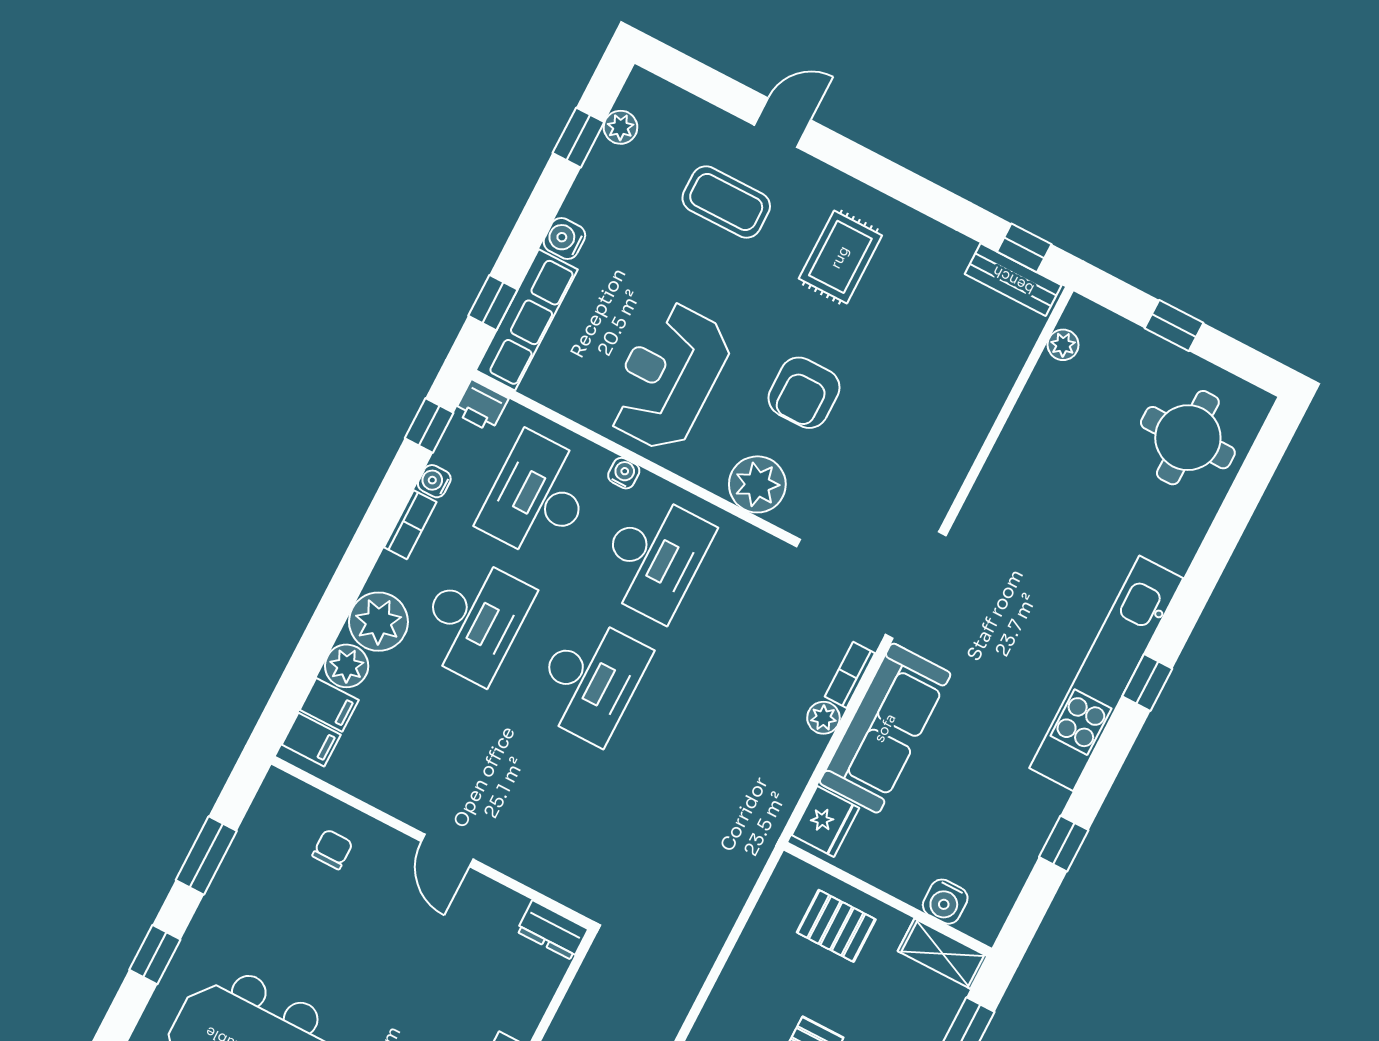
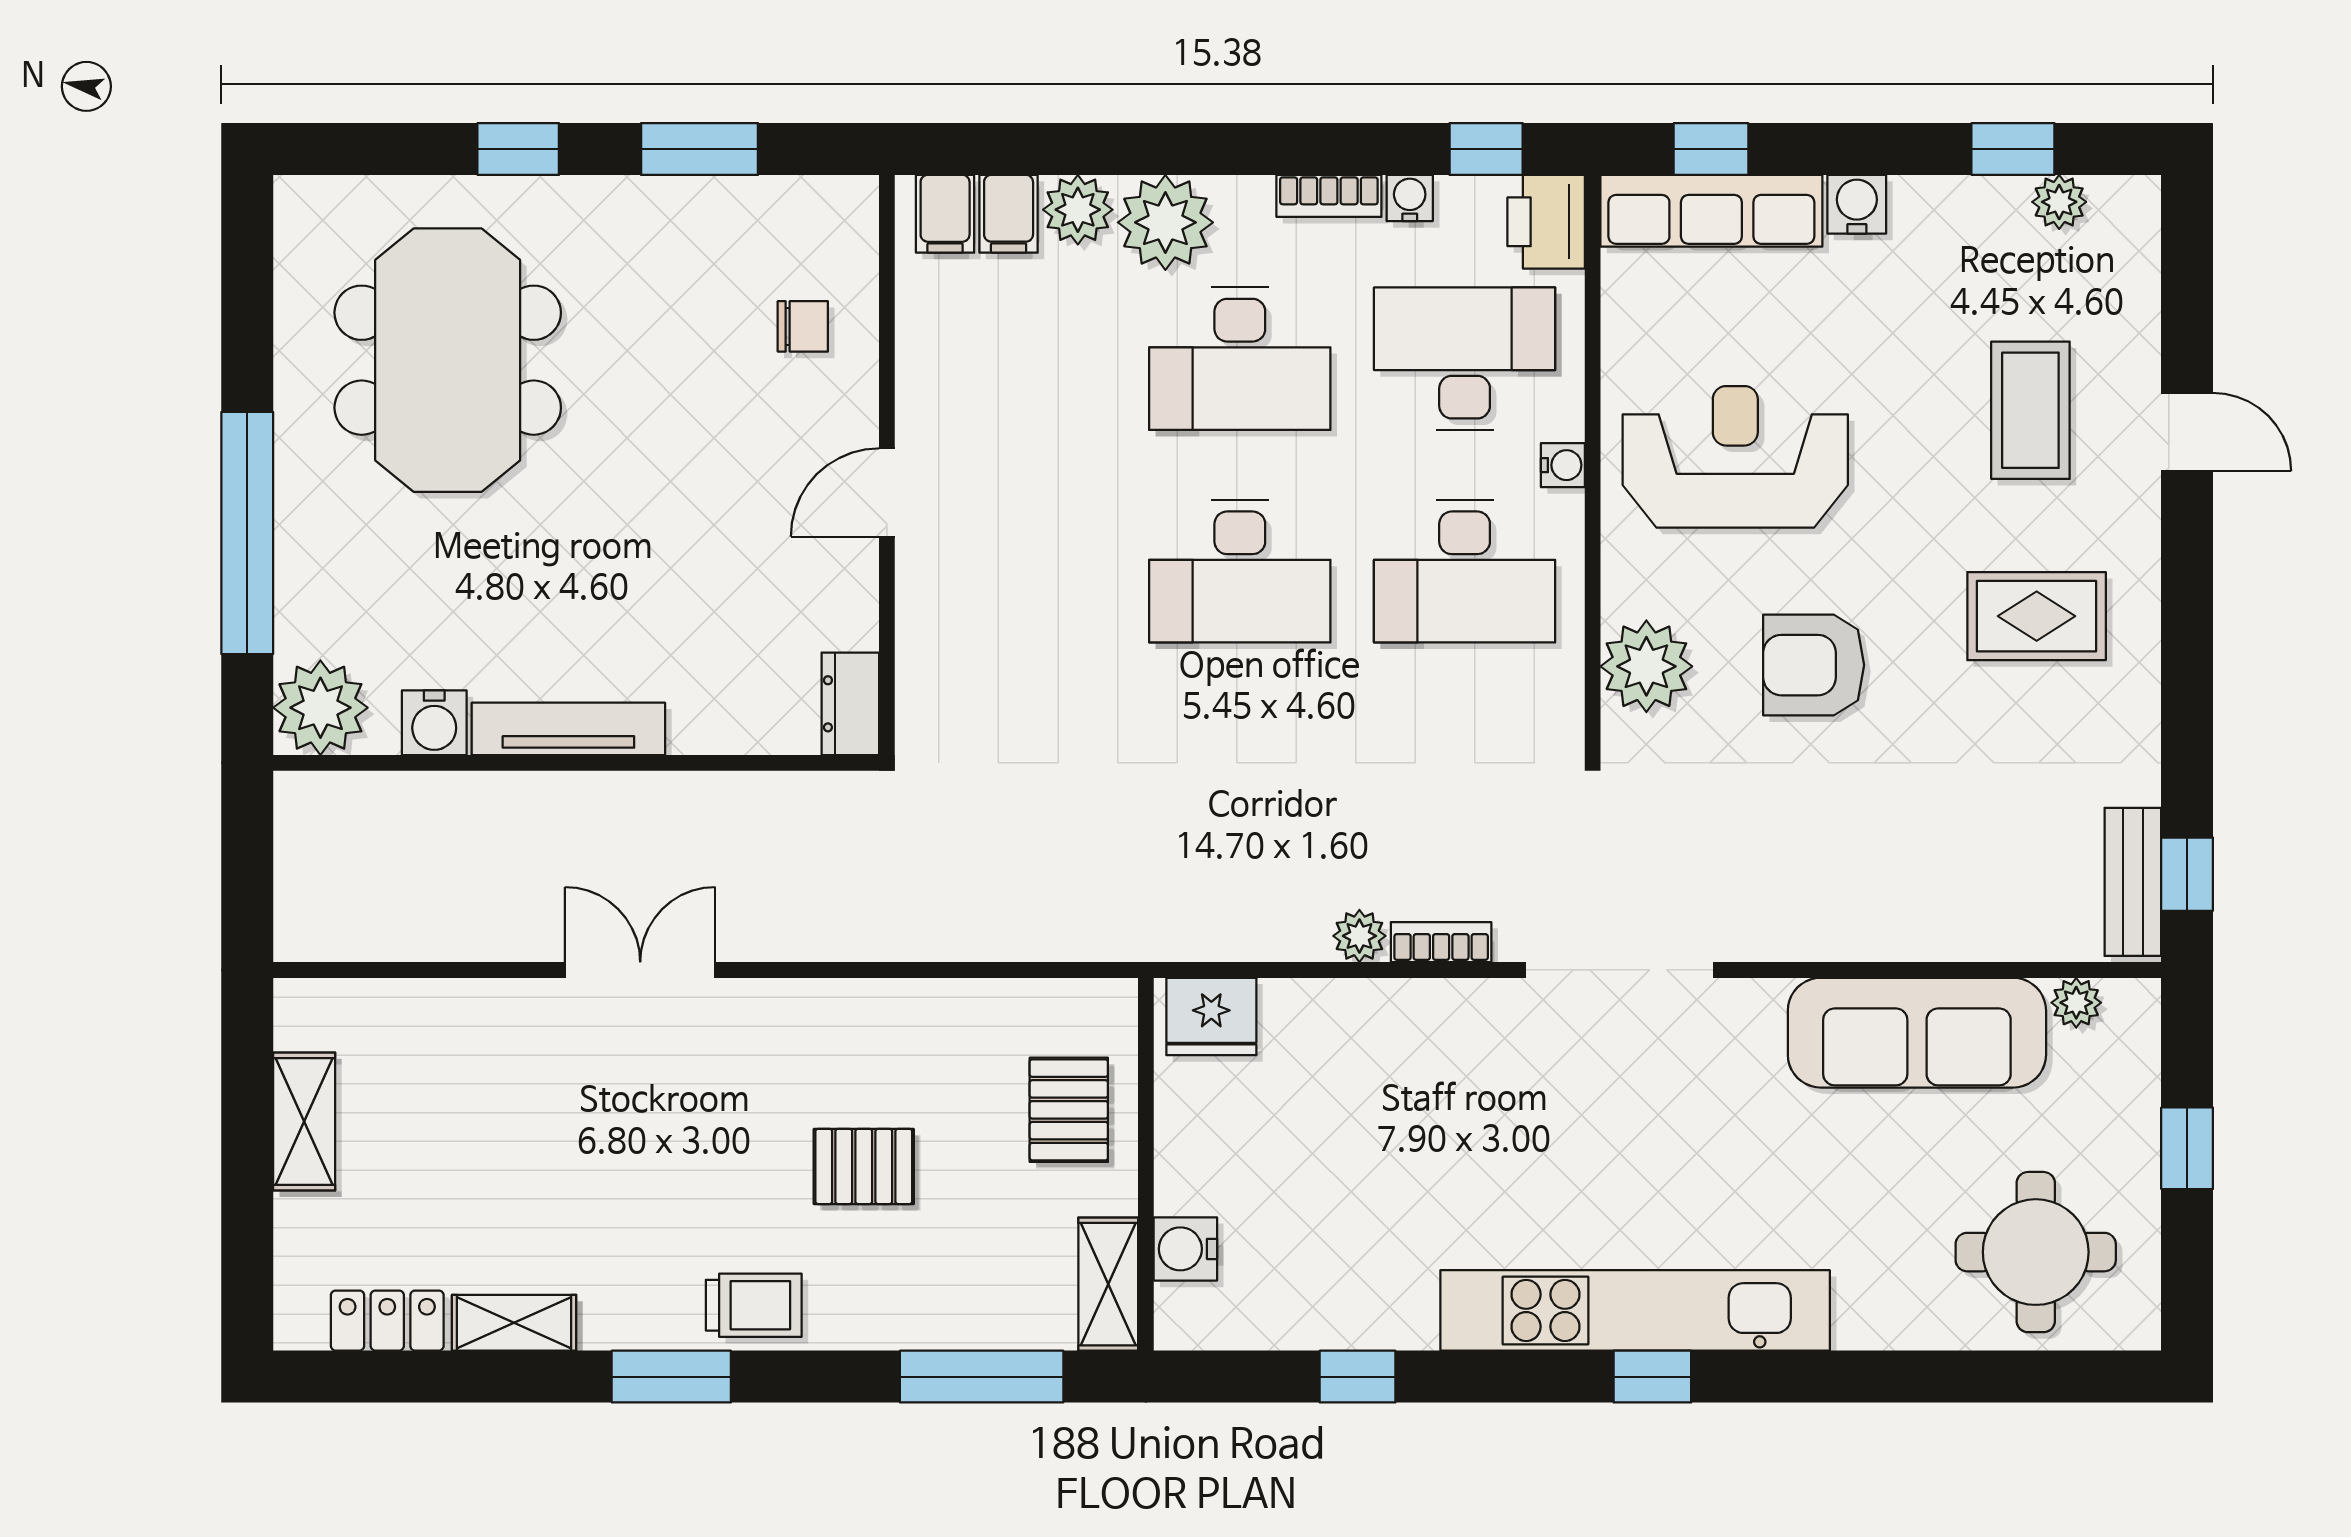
printer: (481, 406) -> (1546, 222), width x1.36, depth x1.24
sofa: (885, 728) -> (1917, 1033), moved

